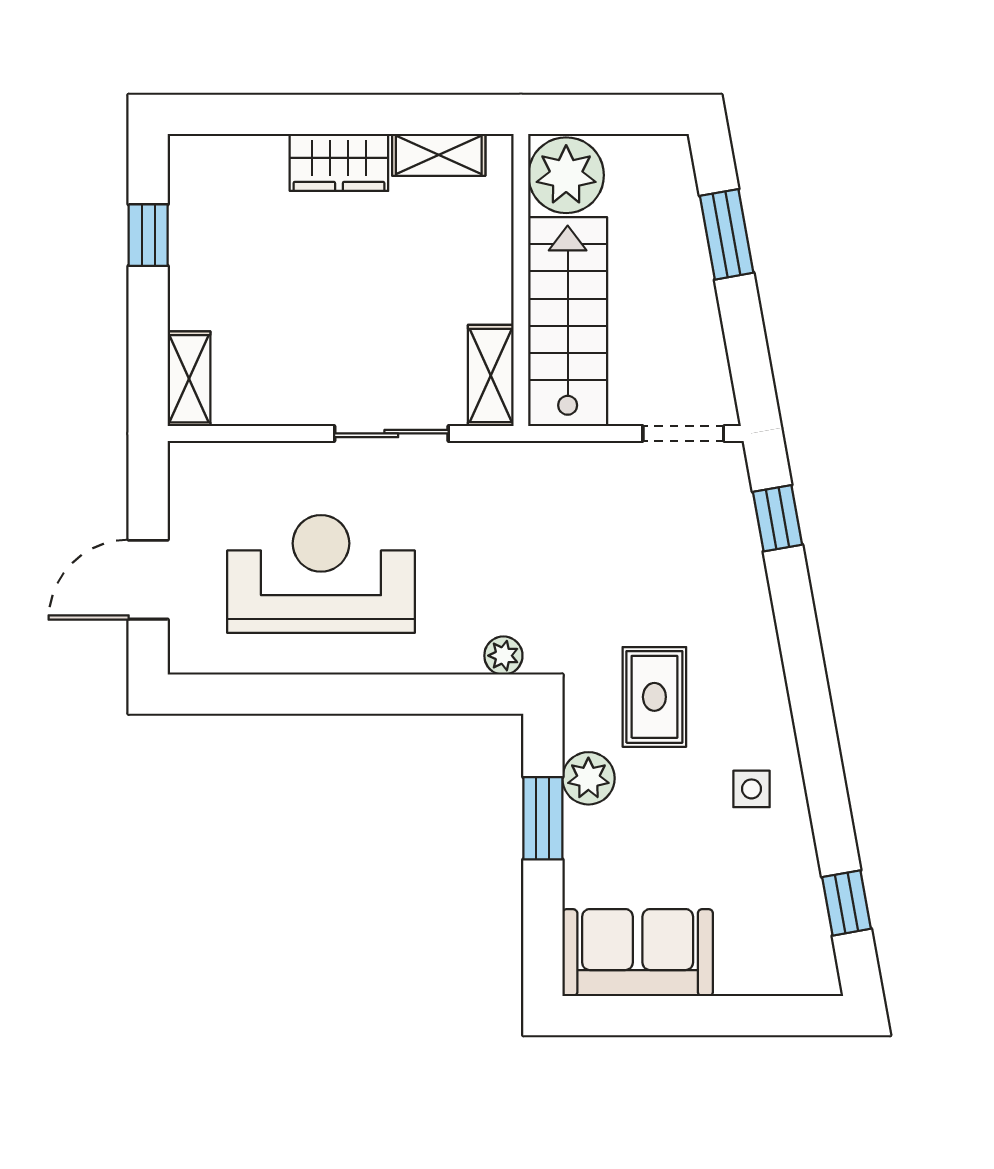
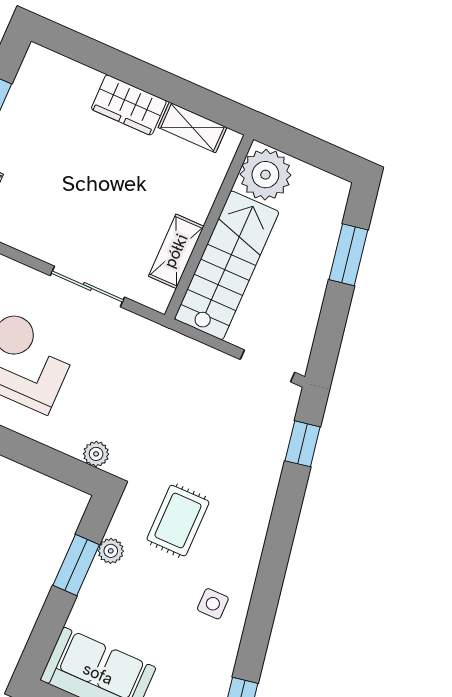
shelving: (491, 375) -> (176, 251), moved
plant: (588, 778) -> (111, 551), width x0.73, depth x0.73

